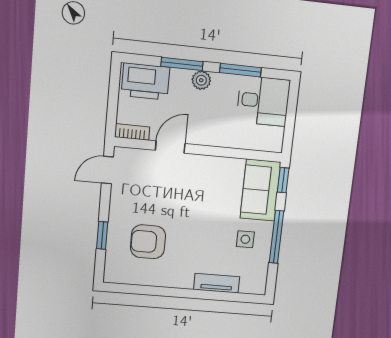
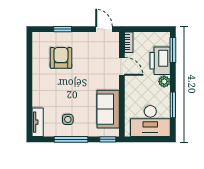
window: (182, 64) -> (173, 50), moved
printer: (145, 81) -> (160, 61), moved
desk: (263, 101) -> (150, 121), width x1.37
sofa: (260, 190) -> (108, 109), moved, turned -90
tv unit: (217, 283) -> (38, 122), moved

